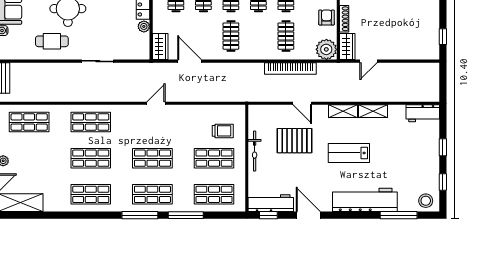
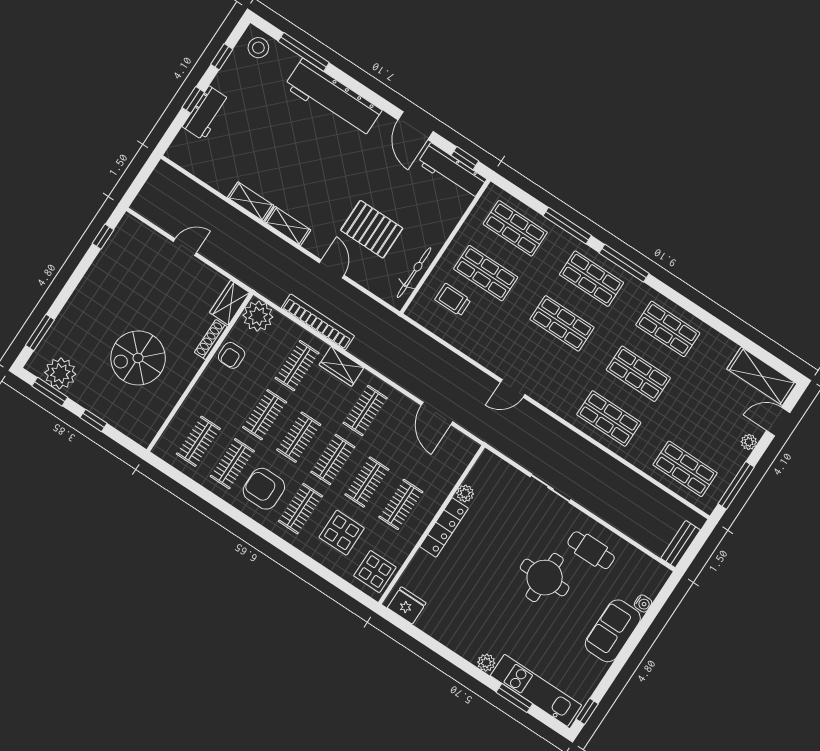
wardrobe: (160, 47) -> (341, 366), moved, turned -90
door: (368, 61) -> (185, 247), moved
workbench: (423, 113) -> (206, 113), moved, turned 90
bicycle: (255, 151) -> (414, 273), moved
lab bench: (349, 153) -> (315, 169), removed

